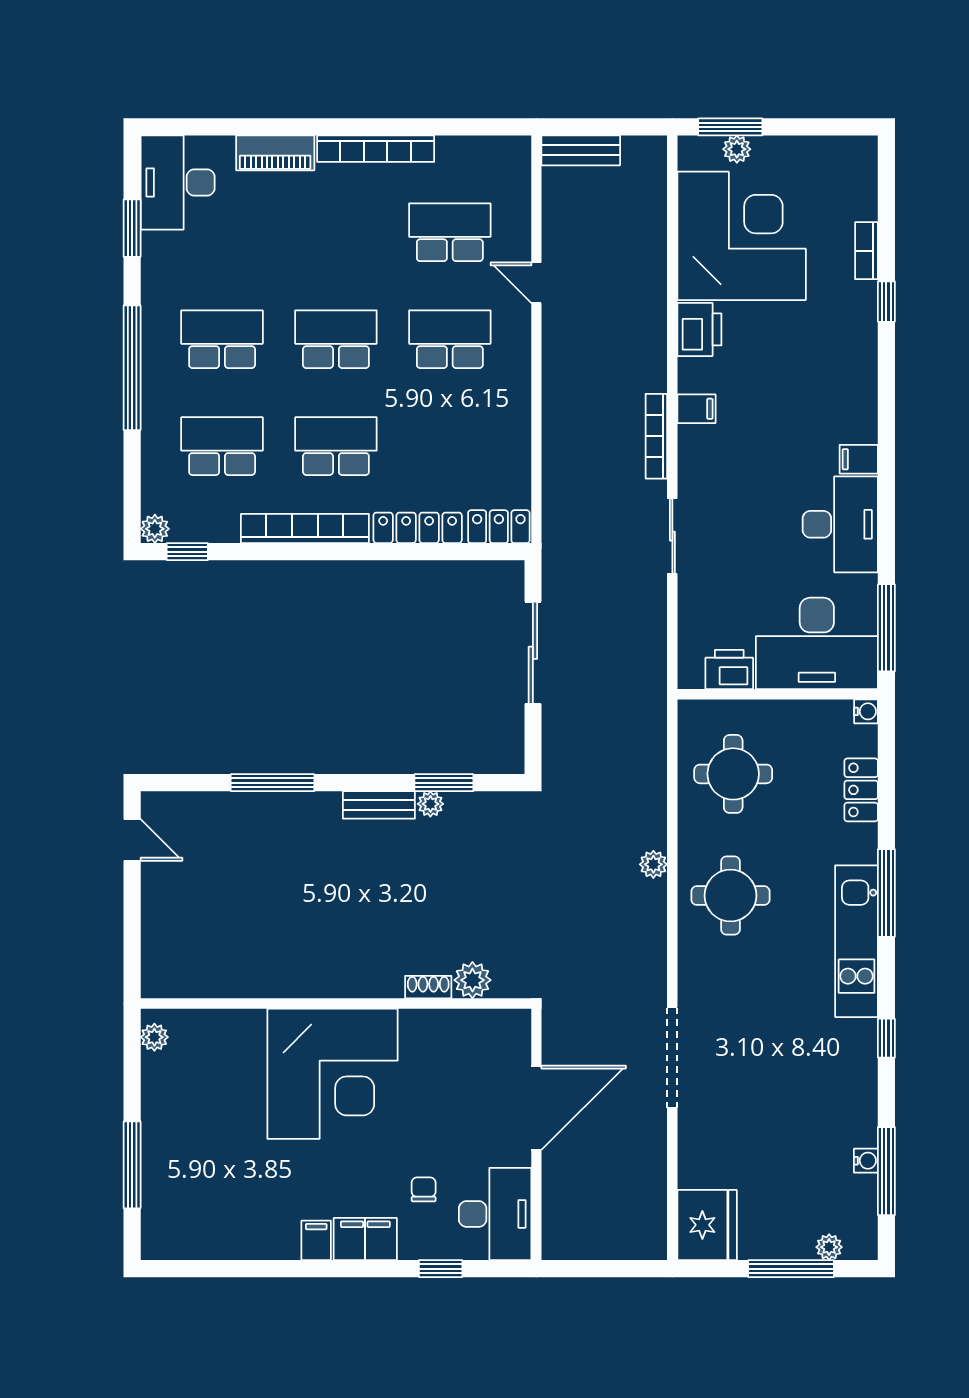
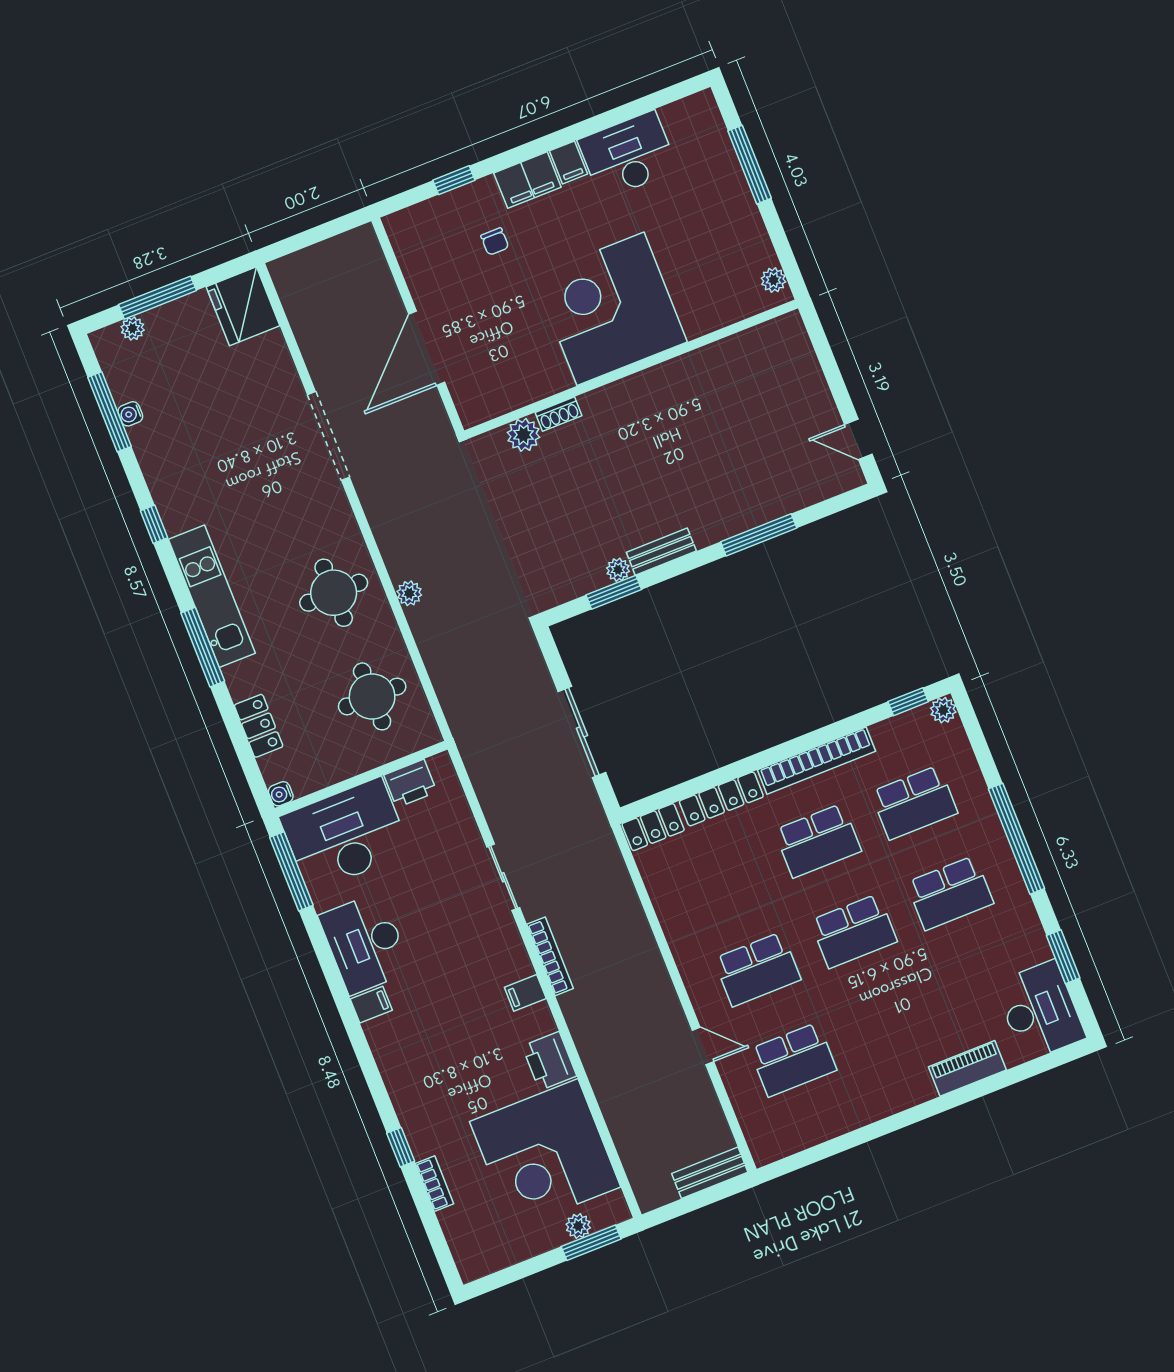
bookcase: (376, 149) -> (884, 1106), removed
desk: (495, 1214) -> (628, 155), moved, turned 90

